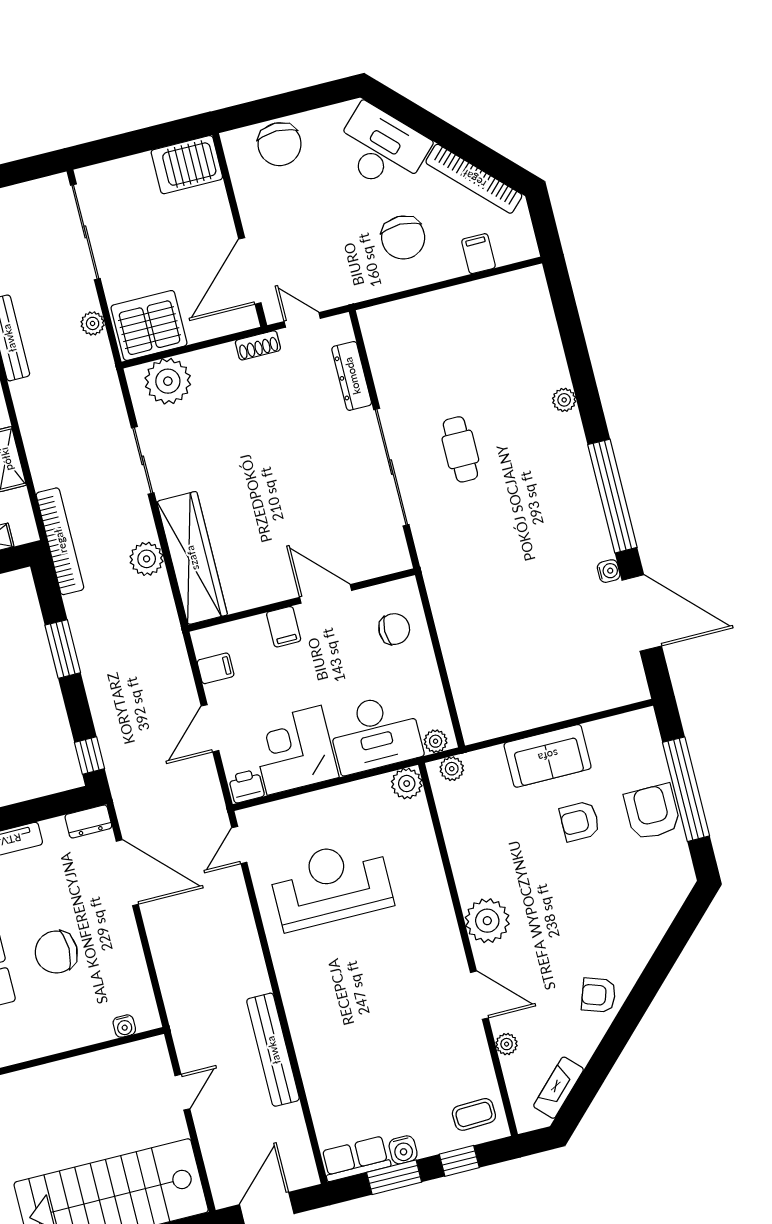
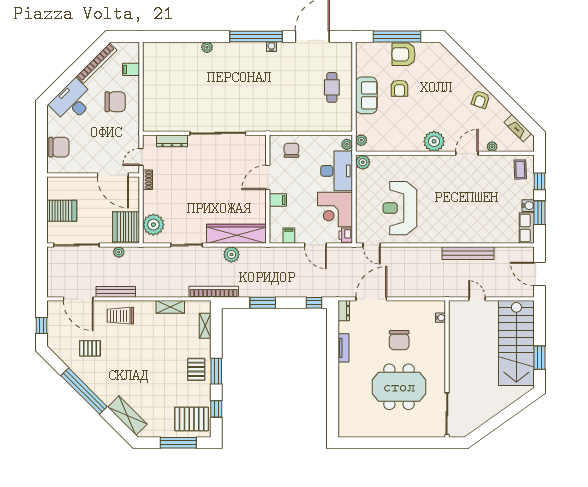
server rack: (187, 165) -> (62, 211), moved, turned -90
cafe table: (460, 449) -> (332, 87), moved, turned 90
water cooler: (609, 571) -> (271, 47), moved

